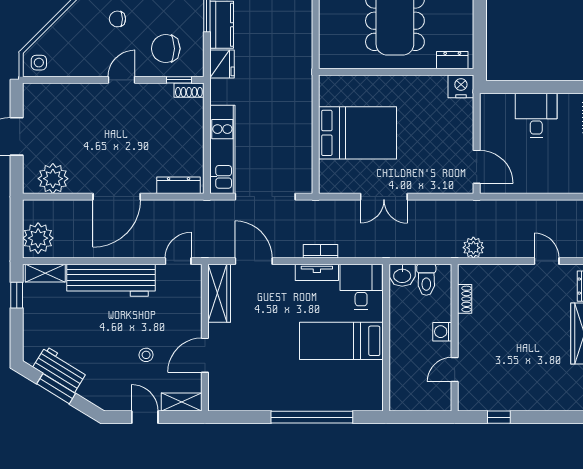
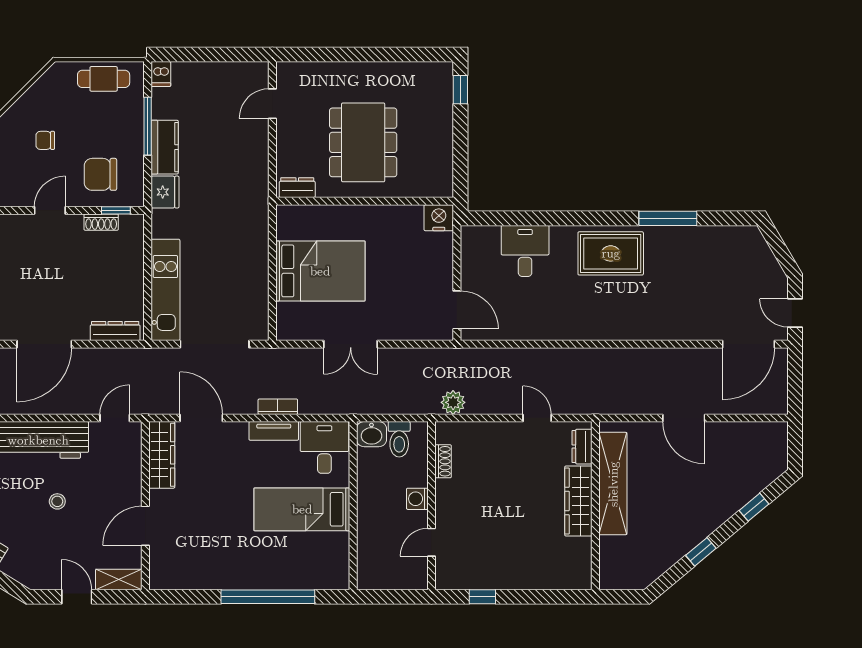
dresser: (452, 60) -> (297, 188), moved
shoe rack: (189, 90) -> (101, 222), moved
stool: (146, 355) -> (57, 501), moved

